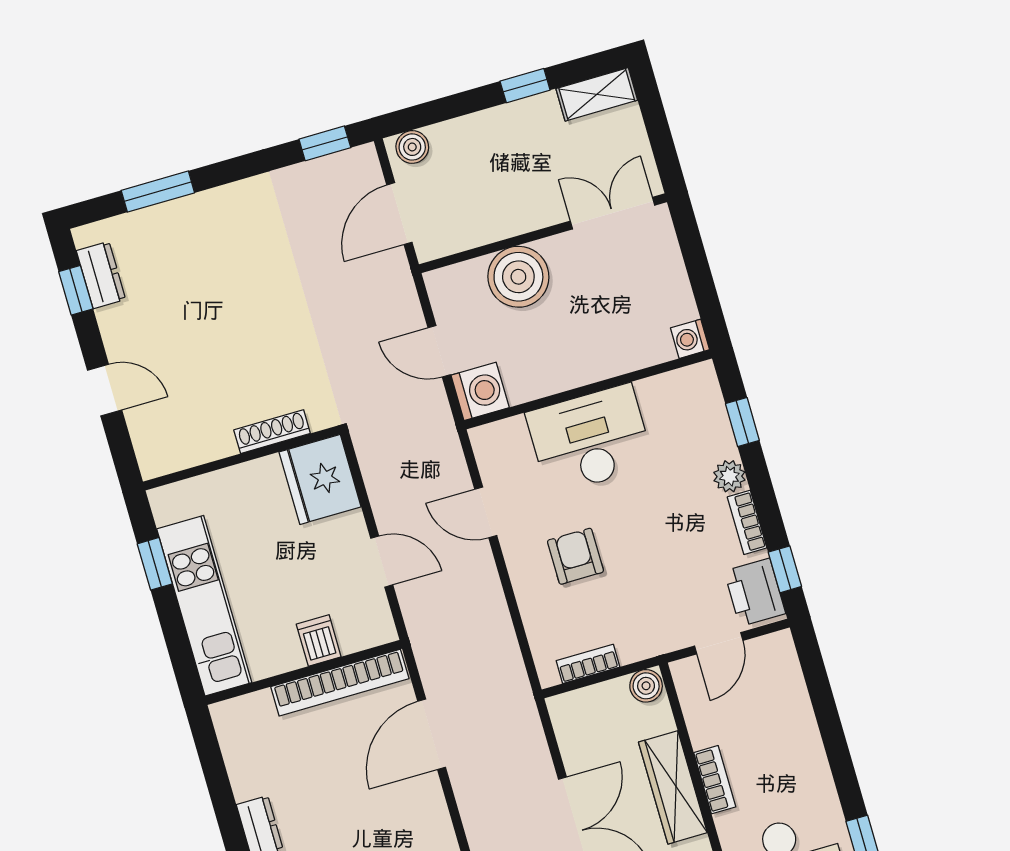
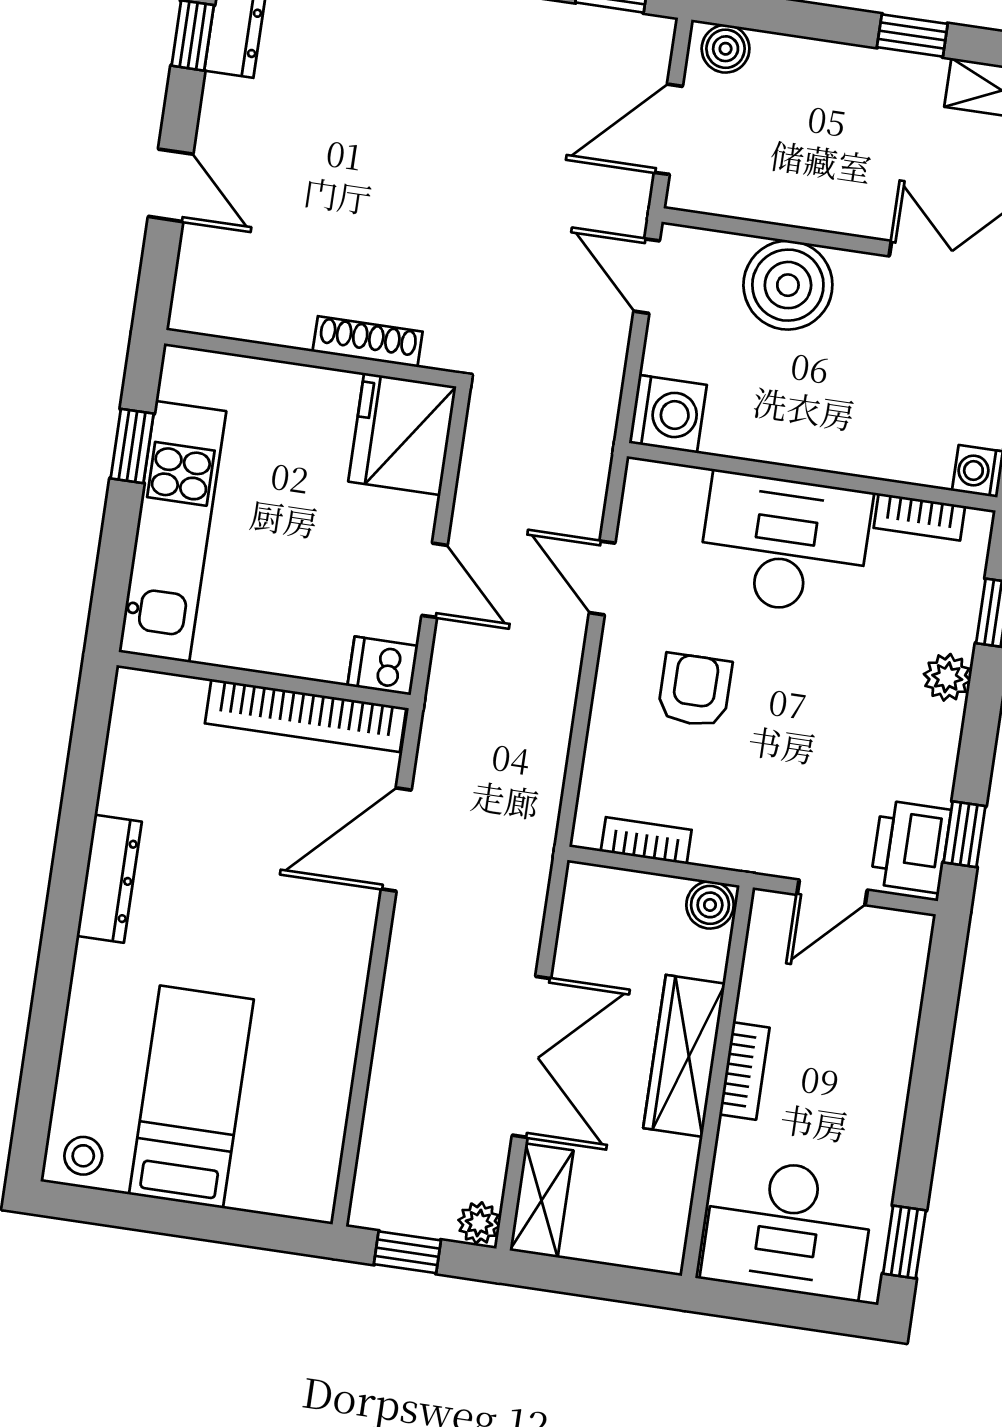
door: (439, 351) -> (647, 276), moved
bookcase: (747, 522) -> (919, 517), moved, turned -90
dishwasher: (319, 640) -> (383, 666), moved, turned -90

